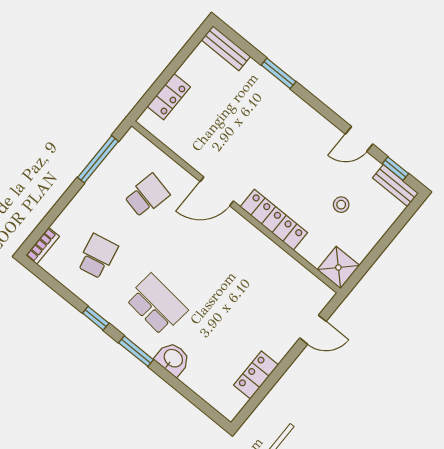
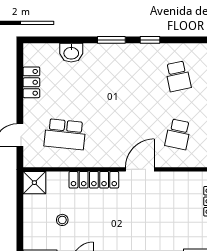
school desk: (157, 304) -> (65, 134), moved
washbasin: (173, 359) -> (71, 53), moved

